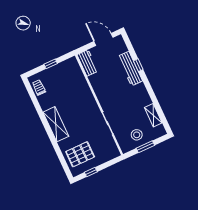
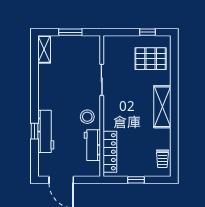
workbench: (88, 63) -> (92, 145), moved
locker: (78, 75) -> (110, 152), added
shelving: (153, 115) -> (44, 49), moved
stool: (137, 135) -> (87, 117), moved

